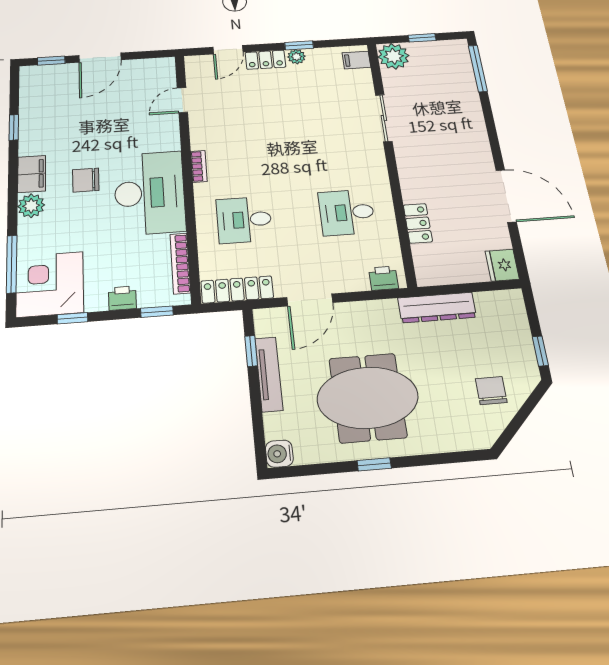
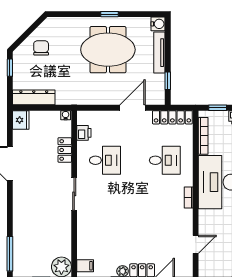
sliding door: (384, 118) -> (74, 194), moved
printer: (383, 278) -> (84, 133), moved, turned -90
water cooler: (426, 279) -> (66, 115), added
dresser: (437, 308) -> (34, 97), moved
tv unit: (269, 374) -> (159, 53), moved
chair: (491, 391) -> (41, 48), turned 180

